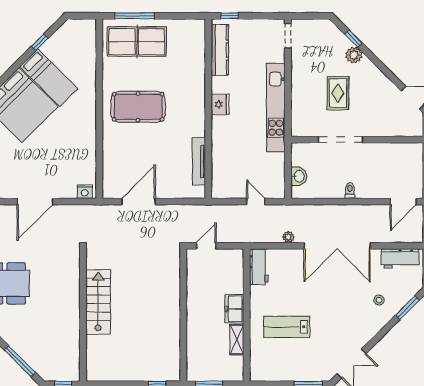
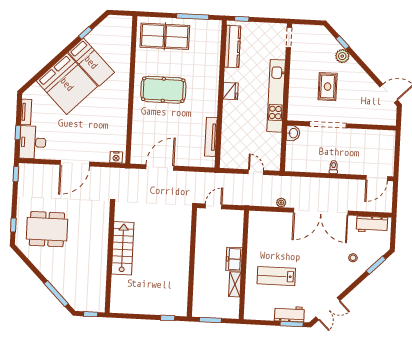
window: (135, 16) -> (193, 16), moved
washbasin: (299, 176) -> (293, 133), moved
workbench: (259, 267) -> (289, 314), moved, turned -90

